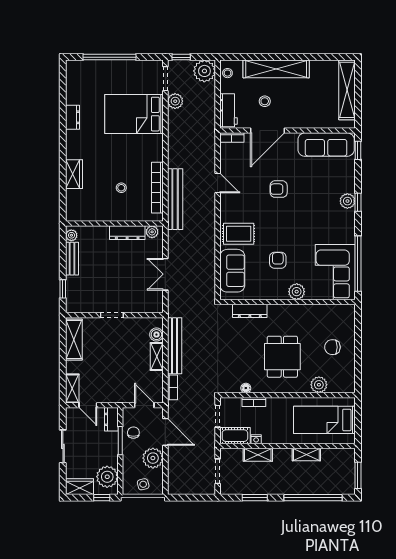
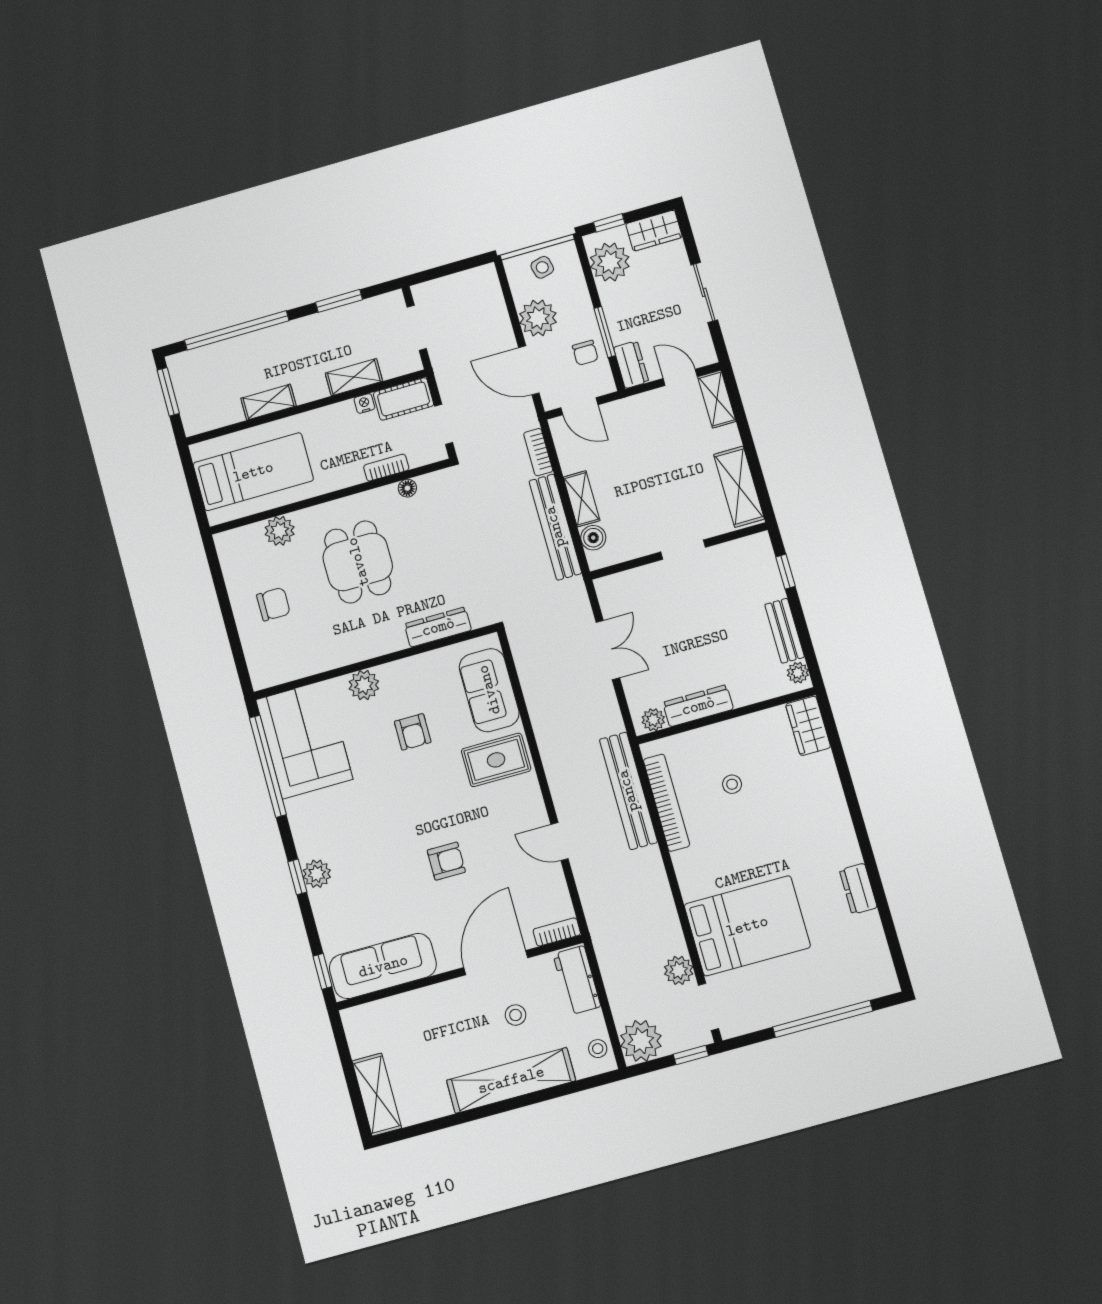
shelving: (347, 90) -> (377, 1095), width x0.68
wardrobe: (74, 174) -> (808, 726), moved

